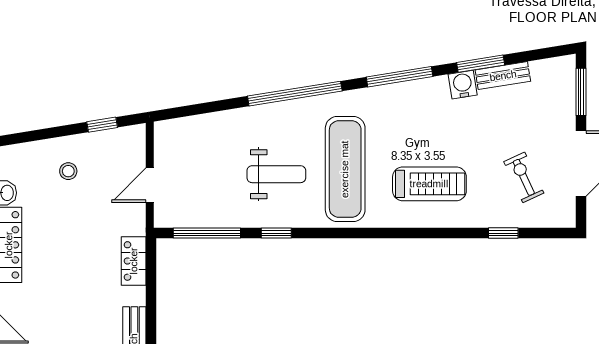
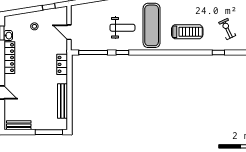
door: (150, 185) -> (69, 32), hinge flipped

